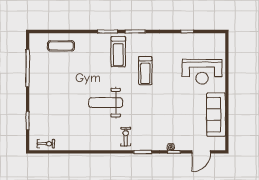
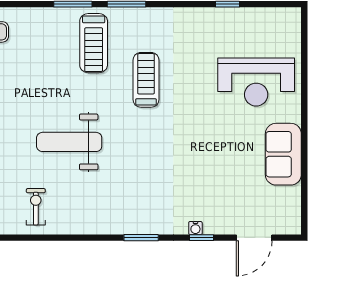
treadmill: (145, 71) -> (146, 80), turned 180
sofa: (216, 115) -> (283, 154), width x0.73
exercise bike: (126, 137) -> (36, 207), moved

